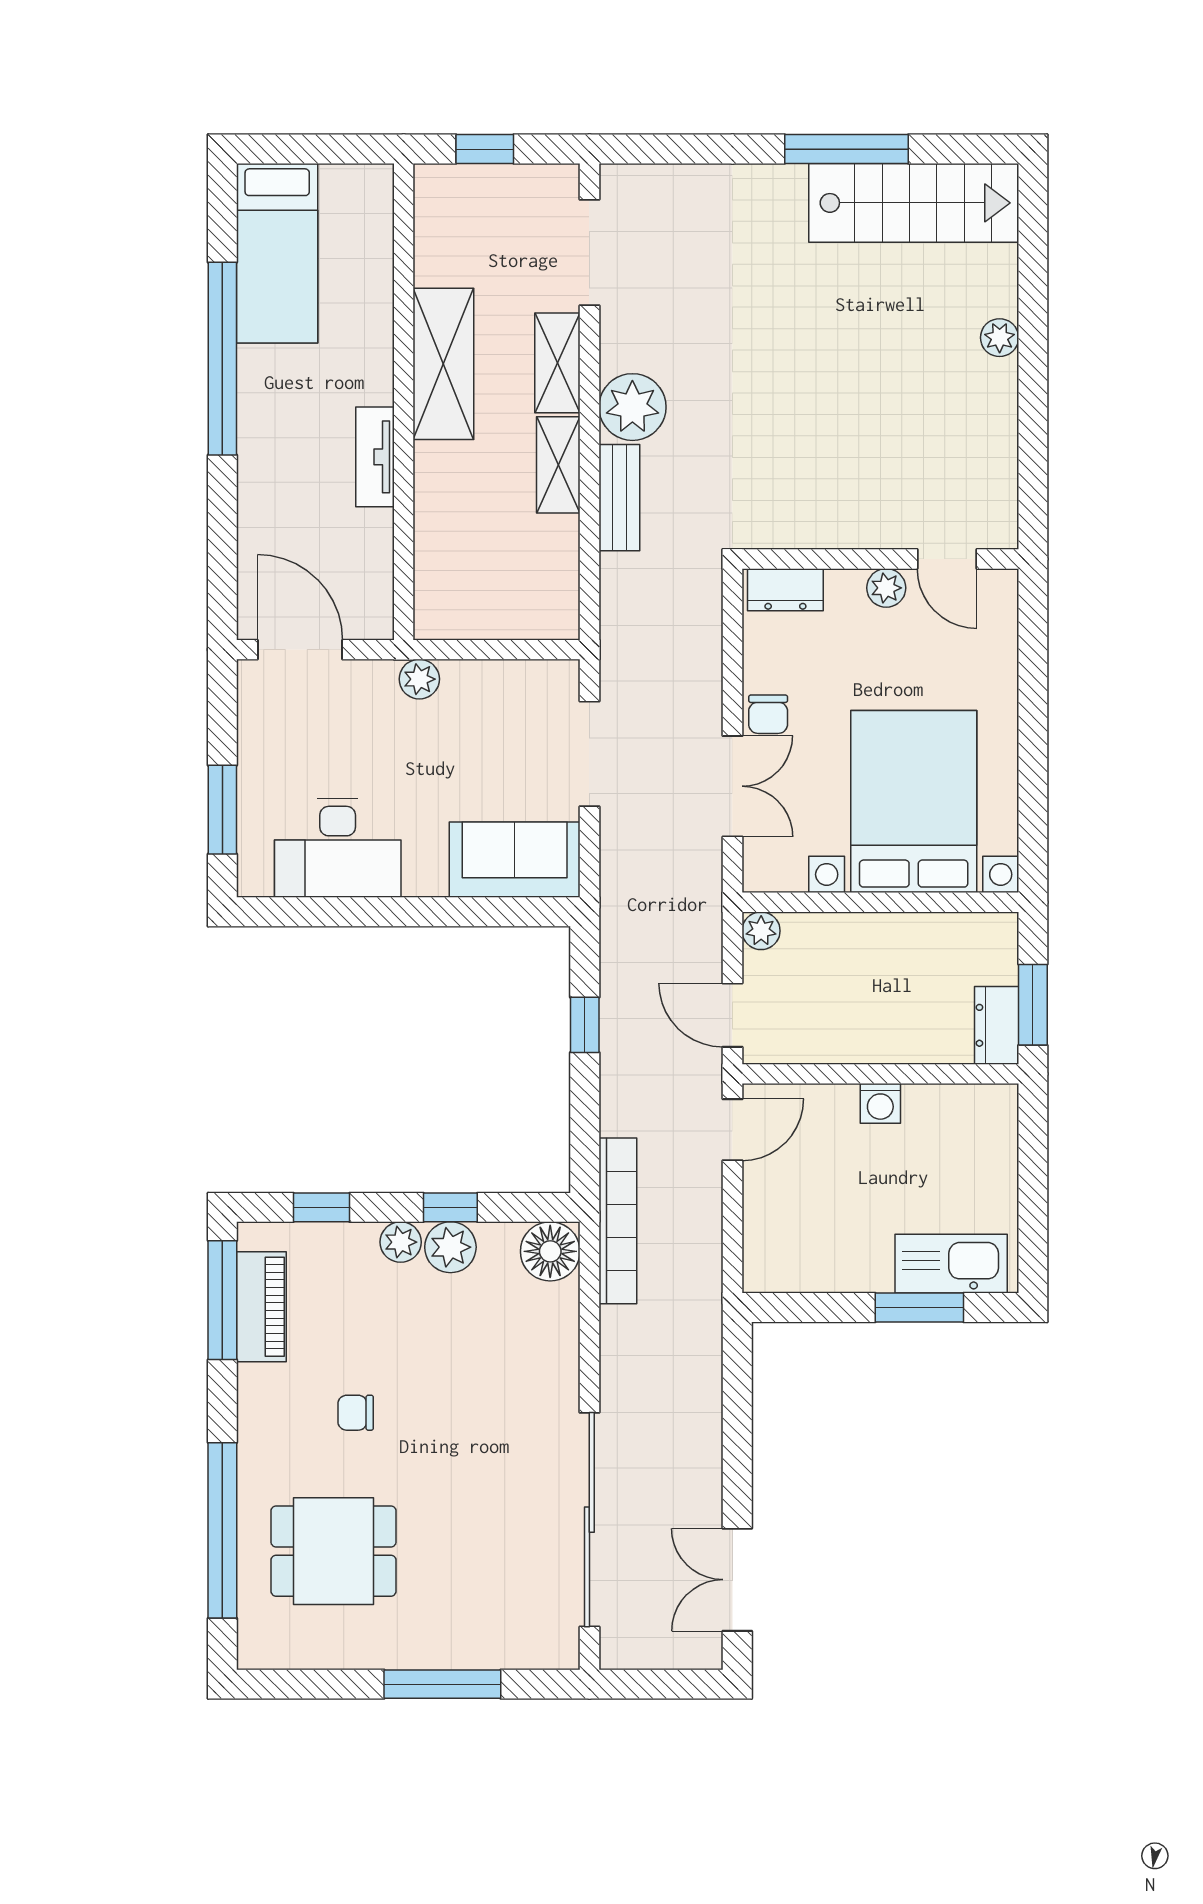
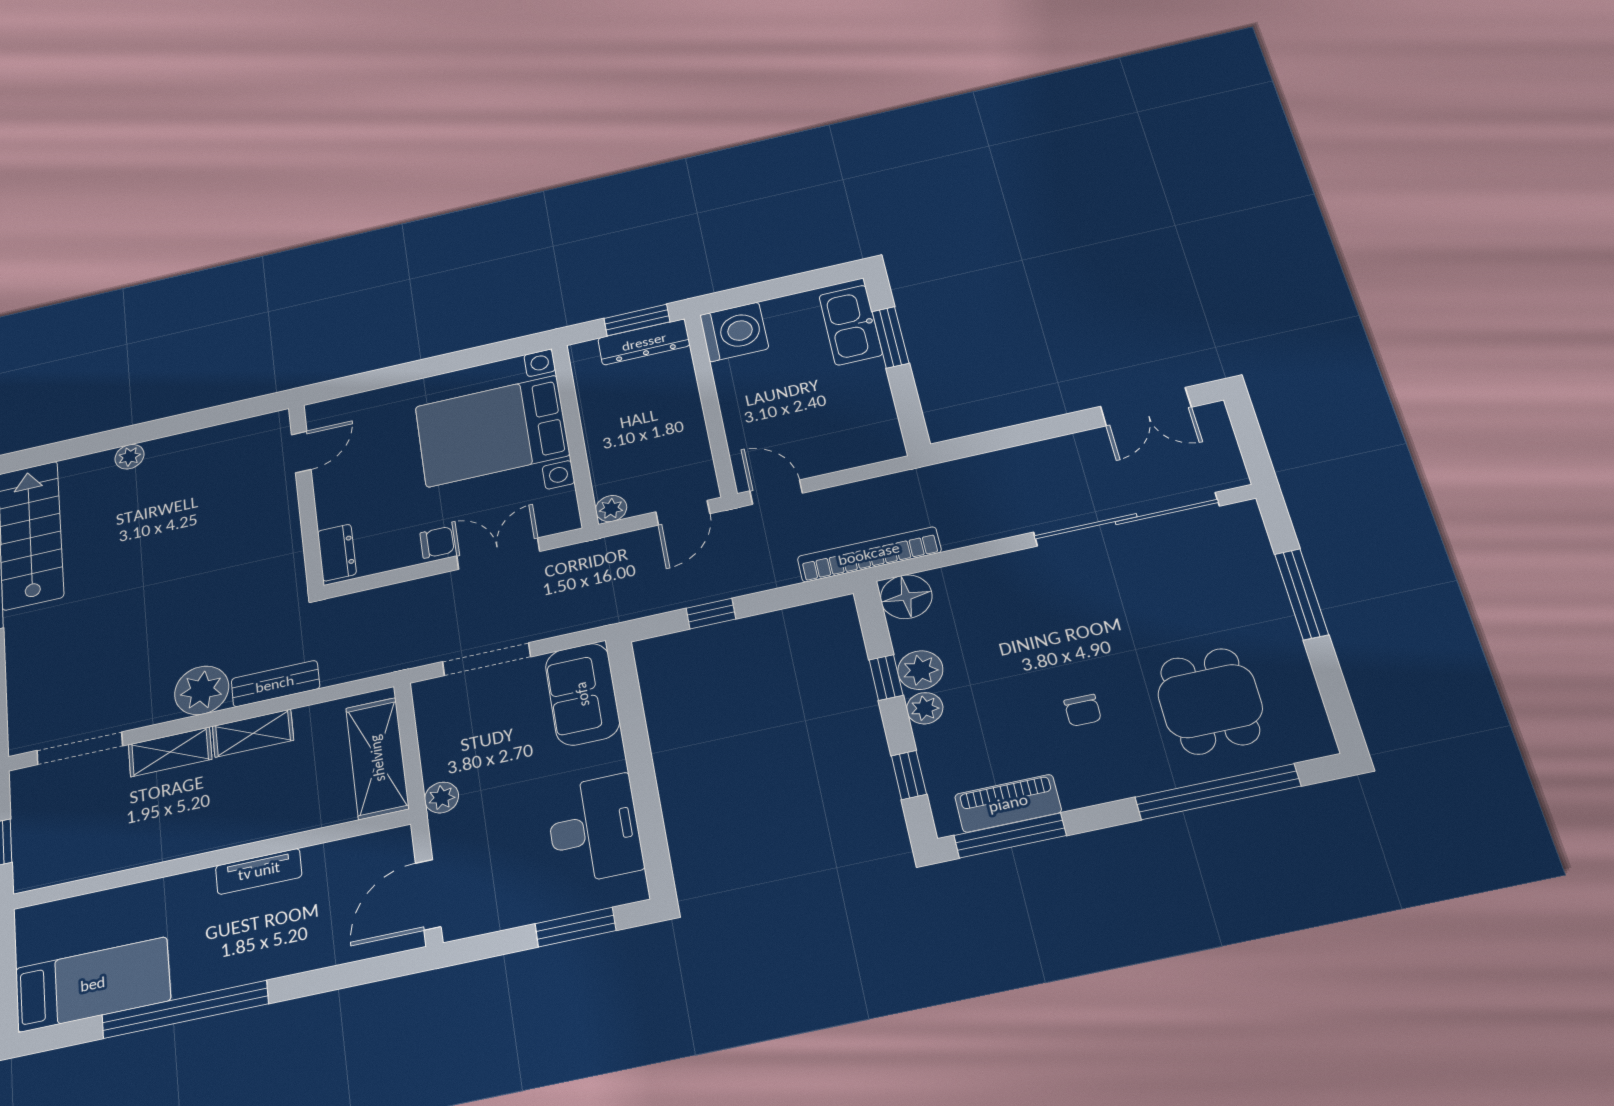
shelving: (443, 364) -> (377, 758), moved, turned 90
plant: (886, 588) -> (328, 486), removed
dresser: (997, 1025) -> (644, 342), width x1.44
washing machine: (880, 1103) -> (734, 332), moved, width x1.89, depth x1.89

